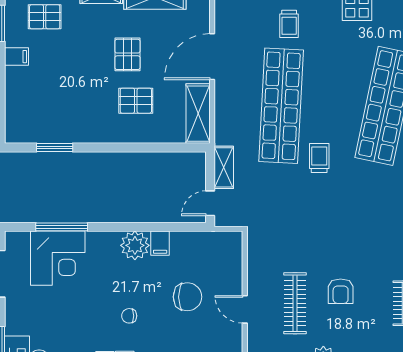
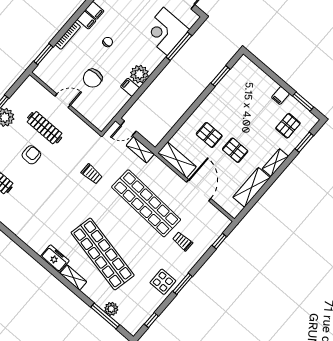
pallet: (136, 101) -> (209, 135), turned 90
trolley: (319, 158) -> (92, 174), moved
door: (210, 203) -> (128, 128), swing flipped
armchair: (341, 291) -> (31, 155), turned 90

